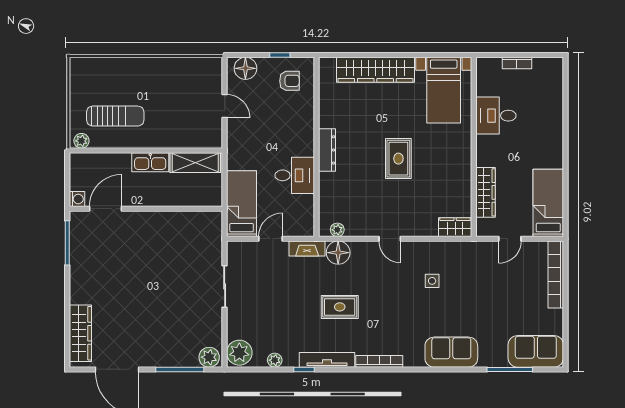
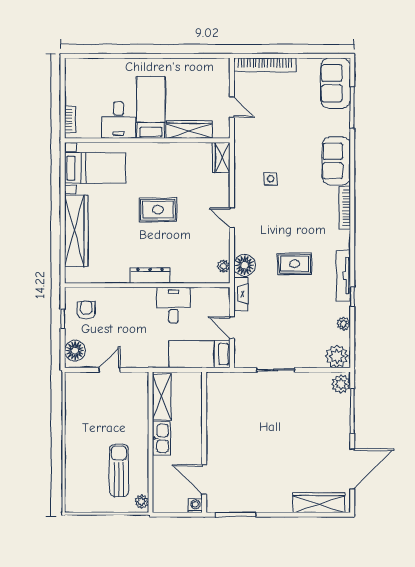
bookcase: (517, 63) -> (70, 119), moved
bed: (548, 203) -> (151, 107), moved, turned 90
door: (390, 239) -> (232, 218), swing flipped
rug: (340, 307) -> (295, 264), turned 90
bookcase: (379, 361) -> (345, 208), moved

